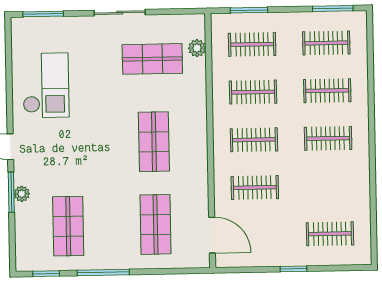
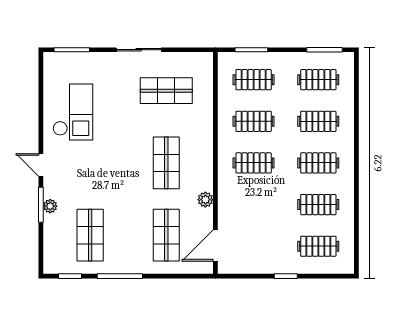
plant: (197, 48) -> (205, 200), moved
clothes rail: (255, 188) -> (318, 205), moved
door: (212, 235) -> (215, 245), swing flipped

